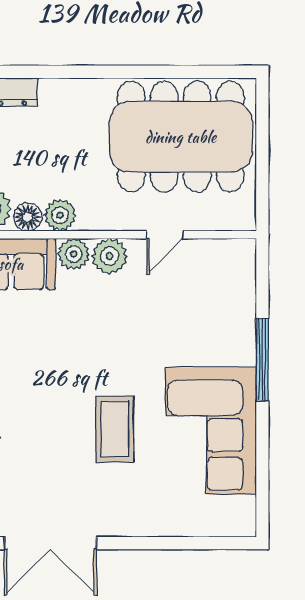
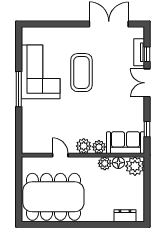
door: (165, 235) -> (60, 155), hinge flipped
window: (262, 359) -> (19, 89), moved
coffee table: (115, 429) -> (81, 73), width x1.36, depth x1.32

